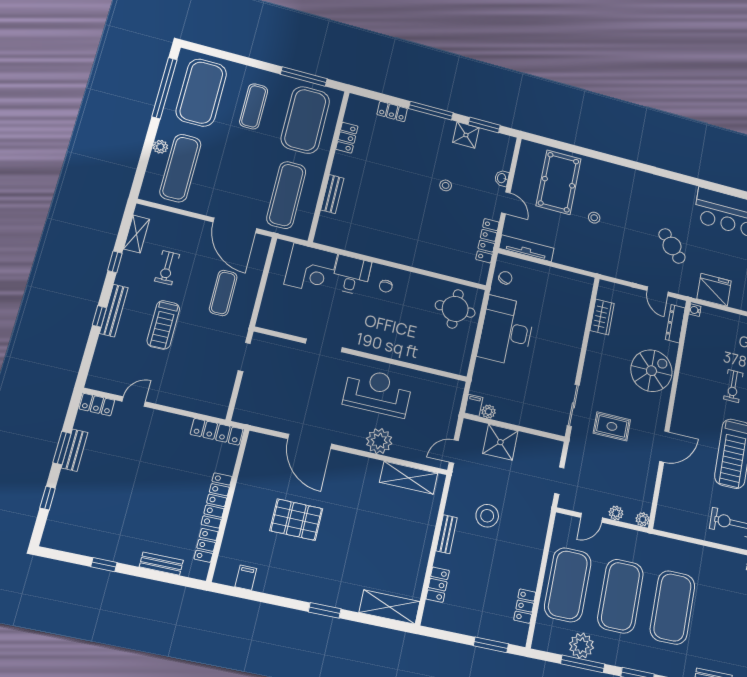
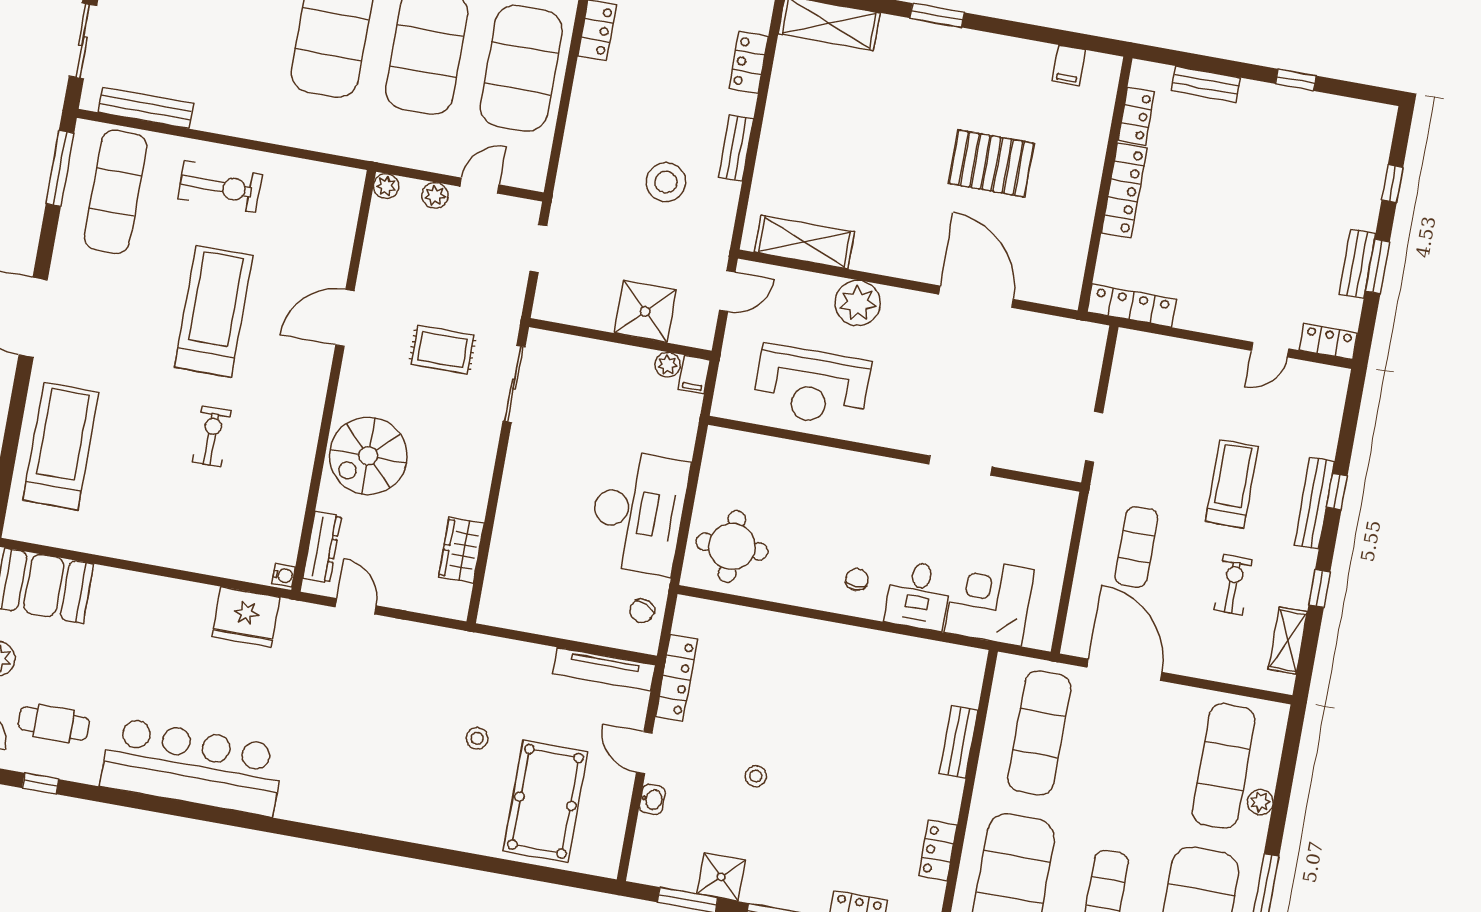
cafe table: (672, 246) -> (327, 696), removed
reception desk: (378, 392) -> (811, 386), moved

